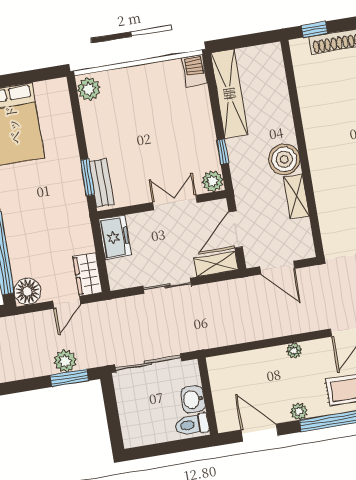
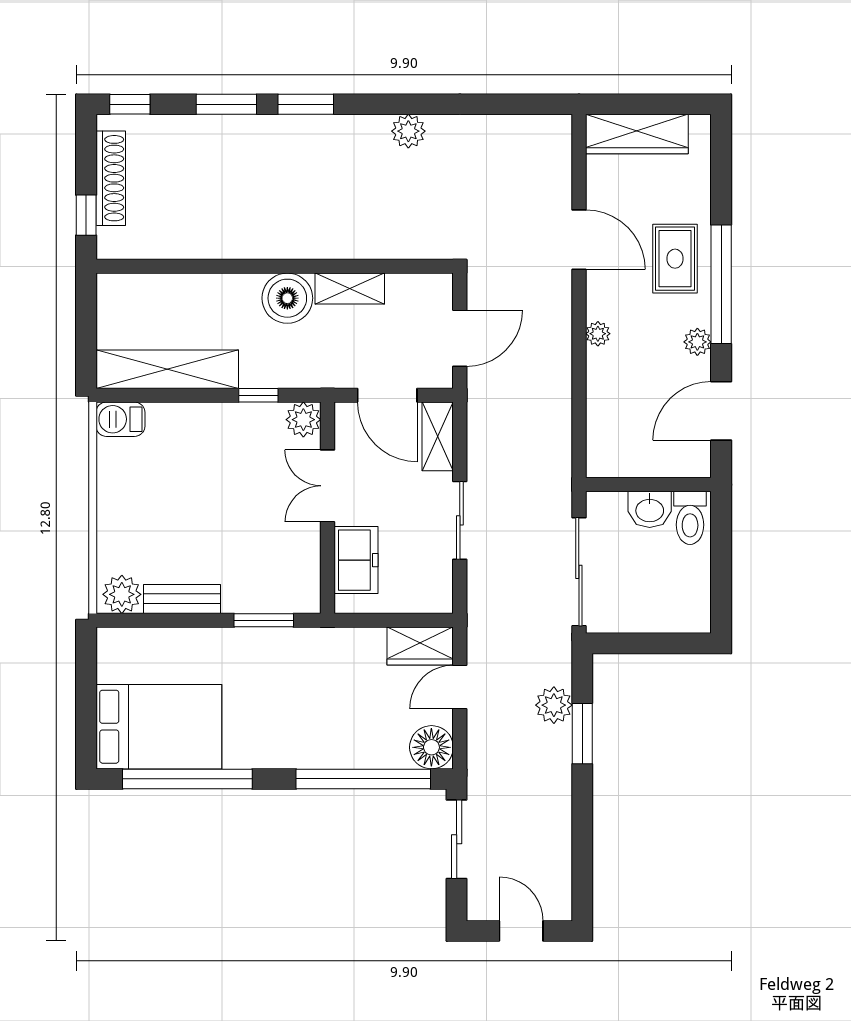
bench: (102, 183) -> (182, 599), moved
freezer: (115, 237) -> (356, 560), moved, turned 90
door: (67, 302) -> (460, 687), swing flipped
window: (69, 378) -> (582, 734), moved

